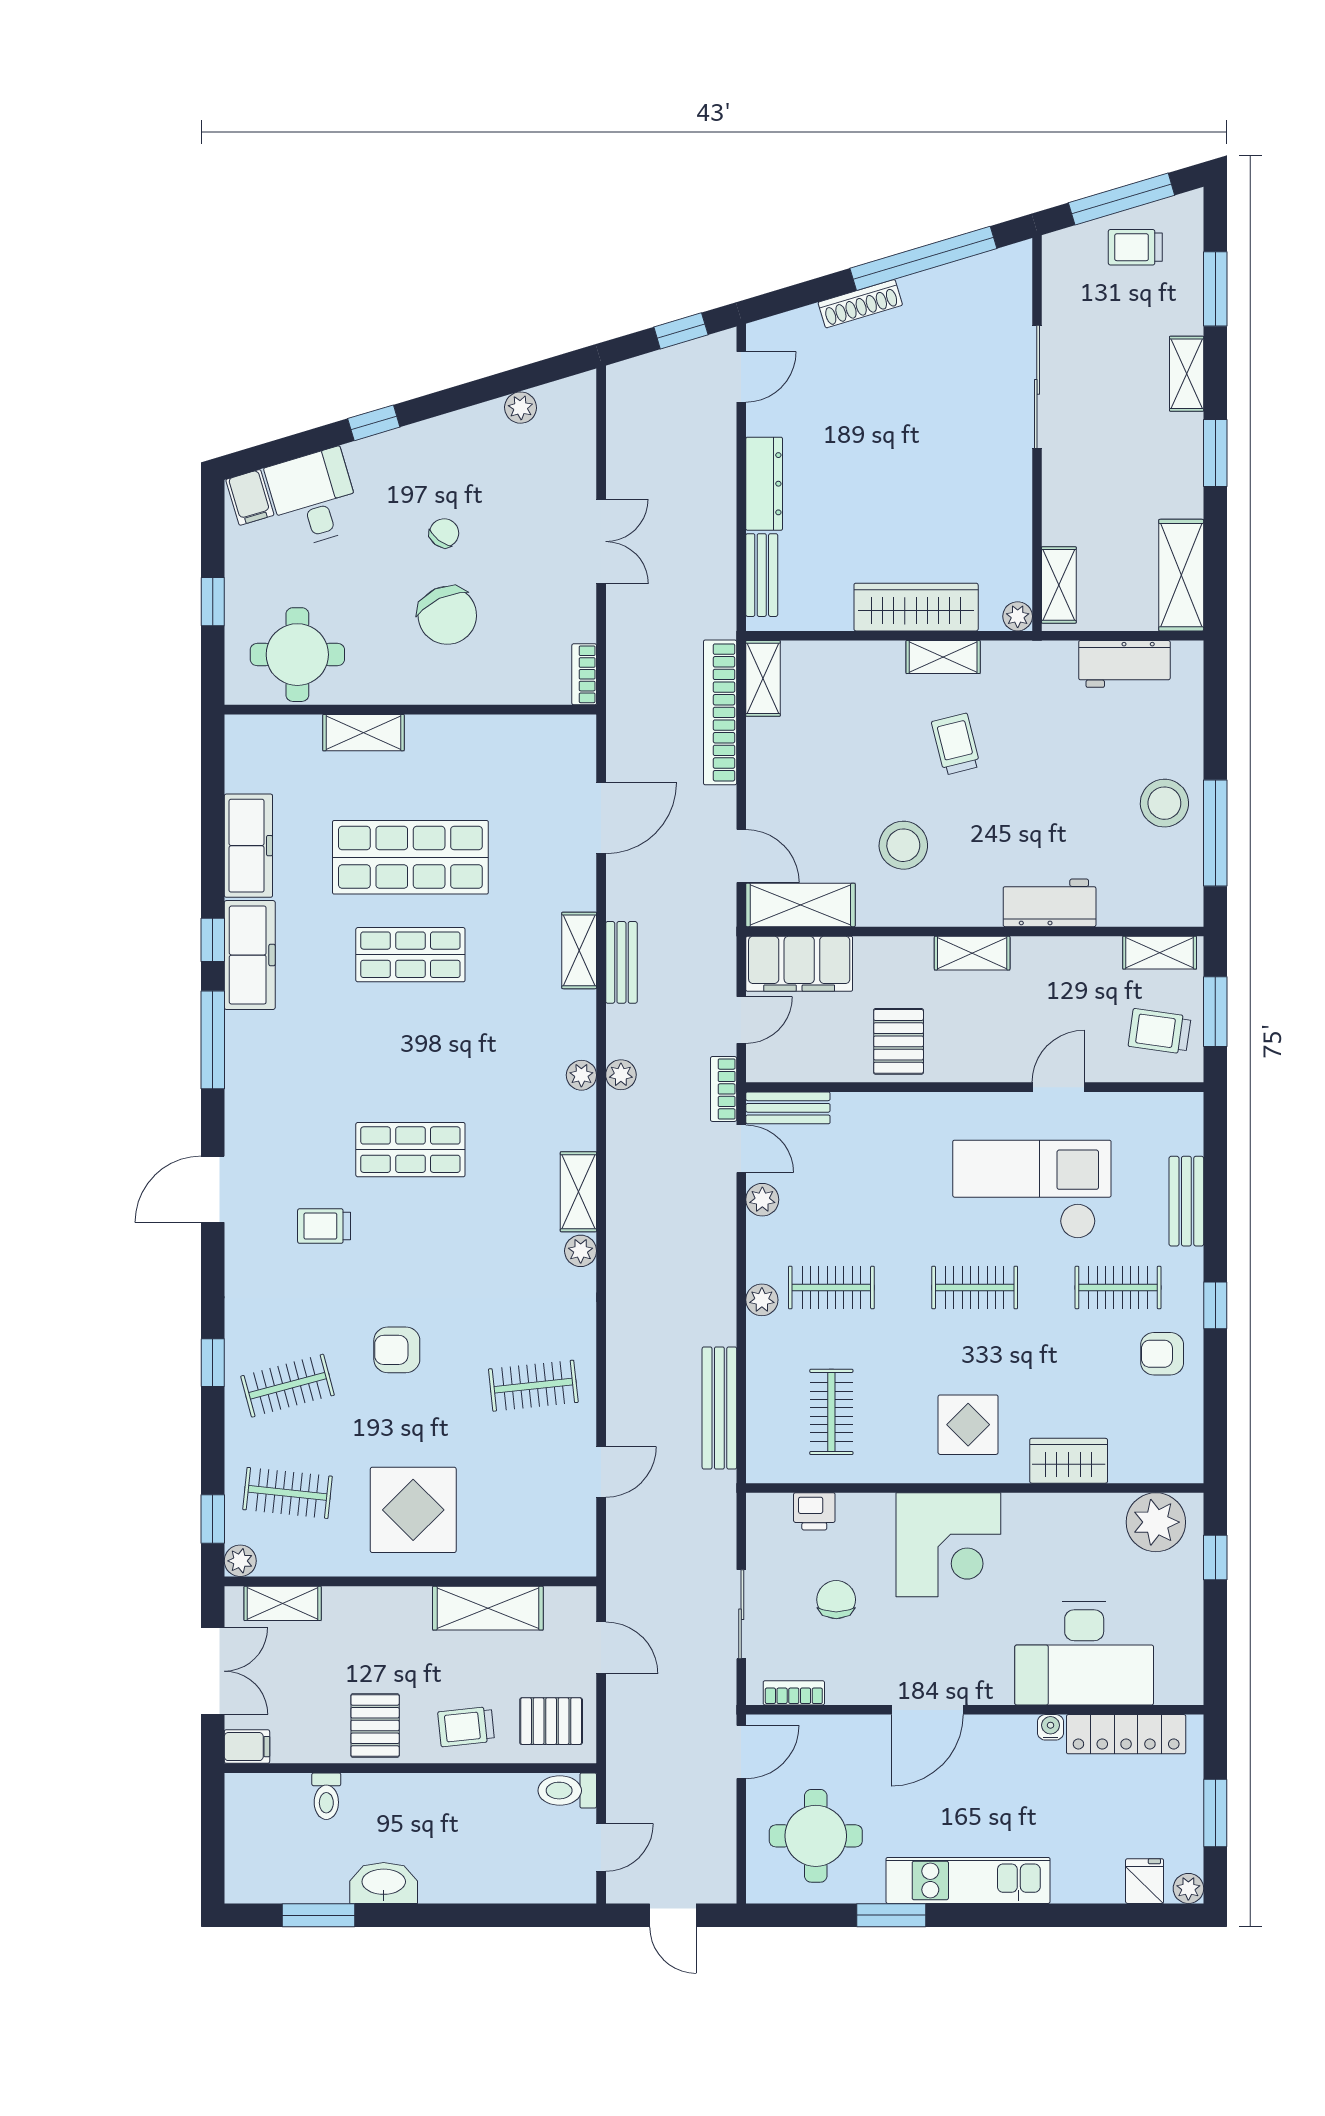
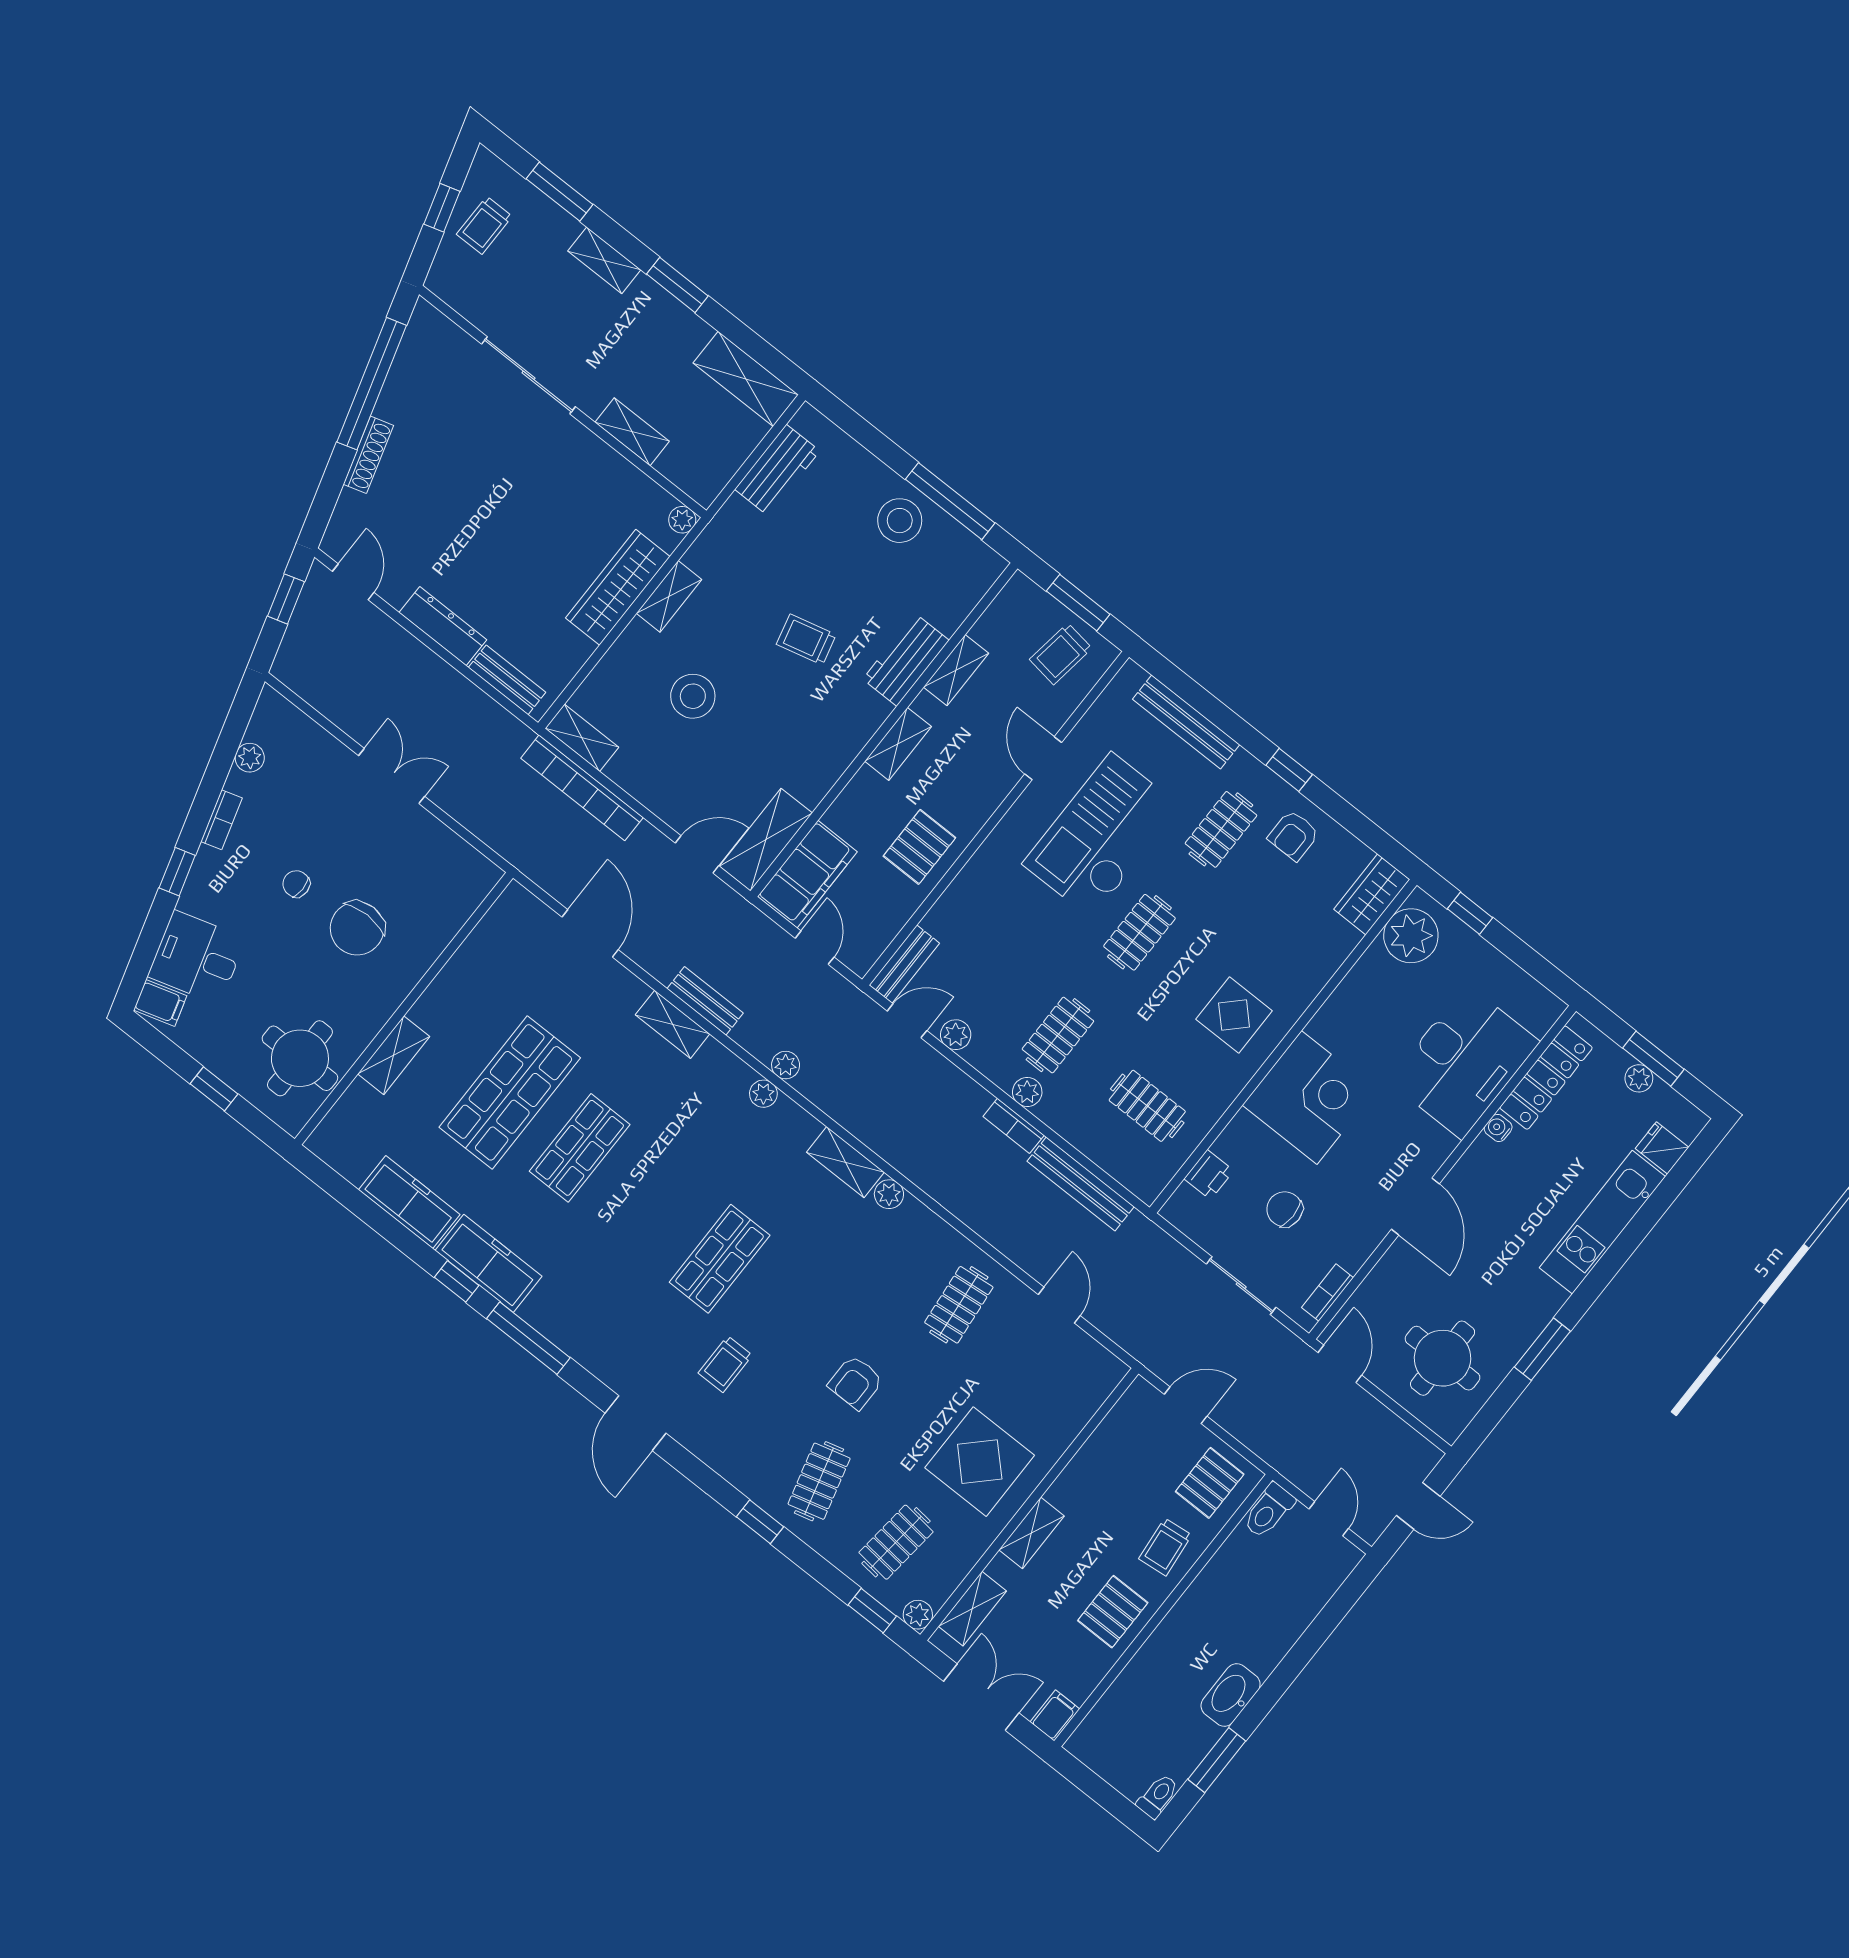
window: (1122, 199) -> (442, 208), width x0.46
chair: (444, 533) -> (296, 884), turned -37
shelving: (1059, 585) -> (632, 432), moved
chair: (447, 615) -> (357, 928), turned 115
bookcase: (584, 674) -> (221, 820), moved, turned -107
trolley: (956, 744) -> (806, 639), moved
stool: (903, 845) -> (693, 696), moved
shelving: (1160, 953) -> (956, 670), moved
pallet: (899, 1041) -> (919, 847), turned 90
bookcase: (724, 1089) -> (1014, 1126), moved
bench: (1186, 1201) -> (1186, 722), width x1.36
wardrobe: (1069, 1461) -> (1372, 894), moved
shelving: (488, 1608) -> (1031, 1533), moved, width x0.67, depth x0.75
pallet: (375, 1726) -> (1113, 1612), turned 90
toilet: (326, 1796) -> (1158, 1796), moved, turned -90
kitchen unit: (968, 1880) -> (1602, 1222), moved
plant: (1188, 1888) -> (1639, 1078), moved

